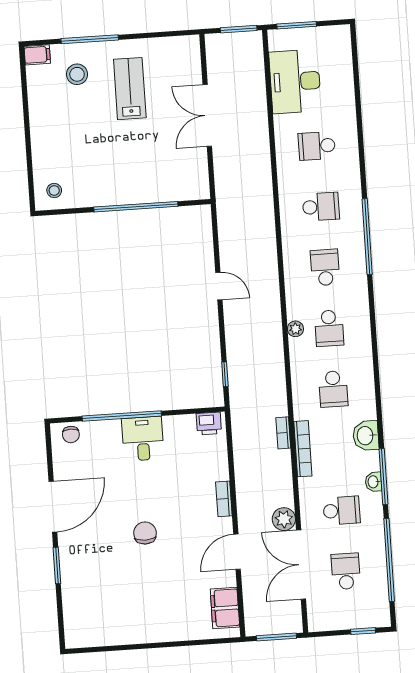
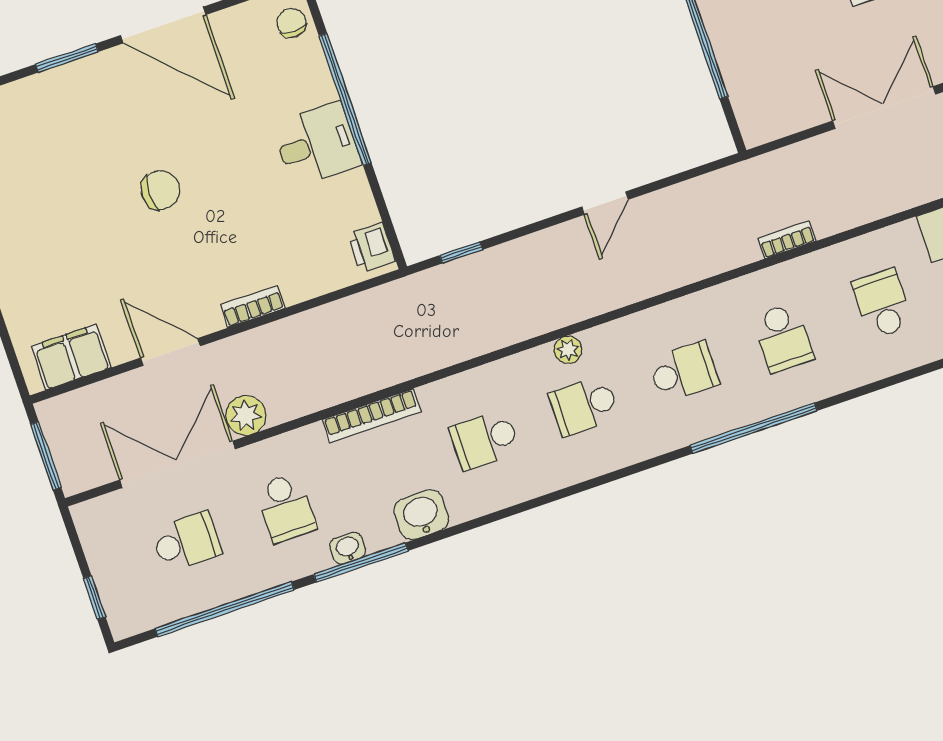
bookcase: (283, 433) -> (787, 240), moved
chair: (71, 435) -> (292, 23), turned 90

